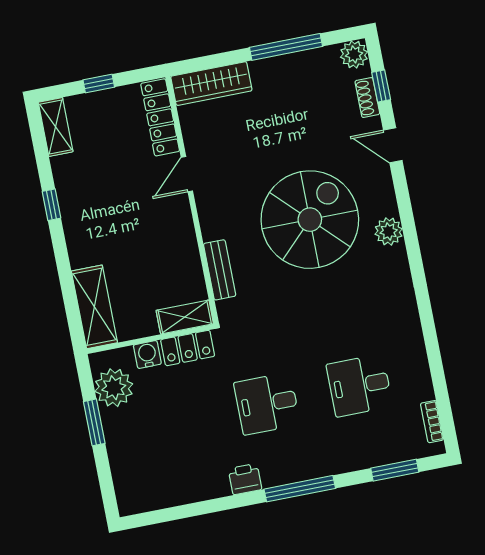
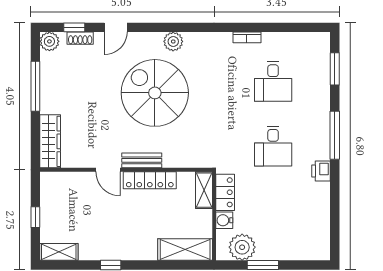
locker: (160, 117) -> (150, 180), moved
bench: (220, 270) -> (142, 160), moved
bookcase: (432, 422) -> (247, 37), moved

